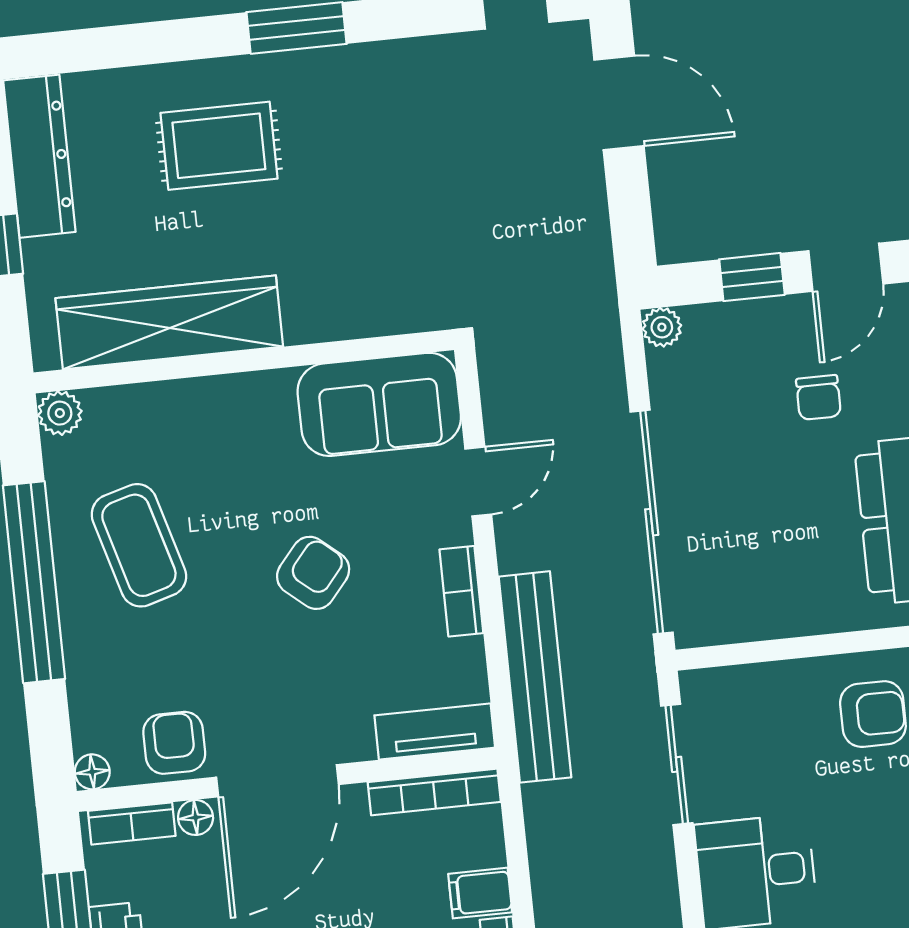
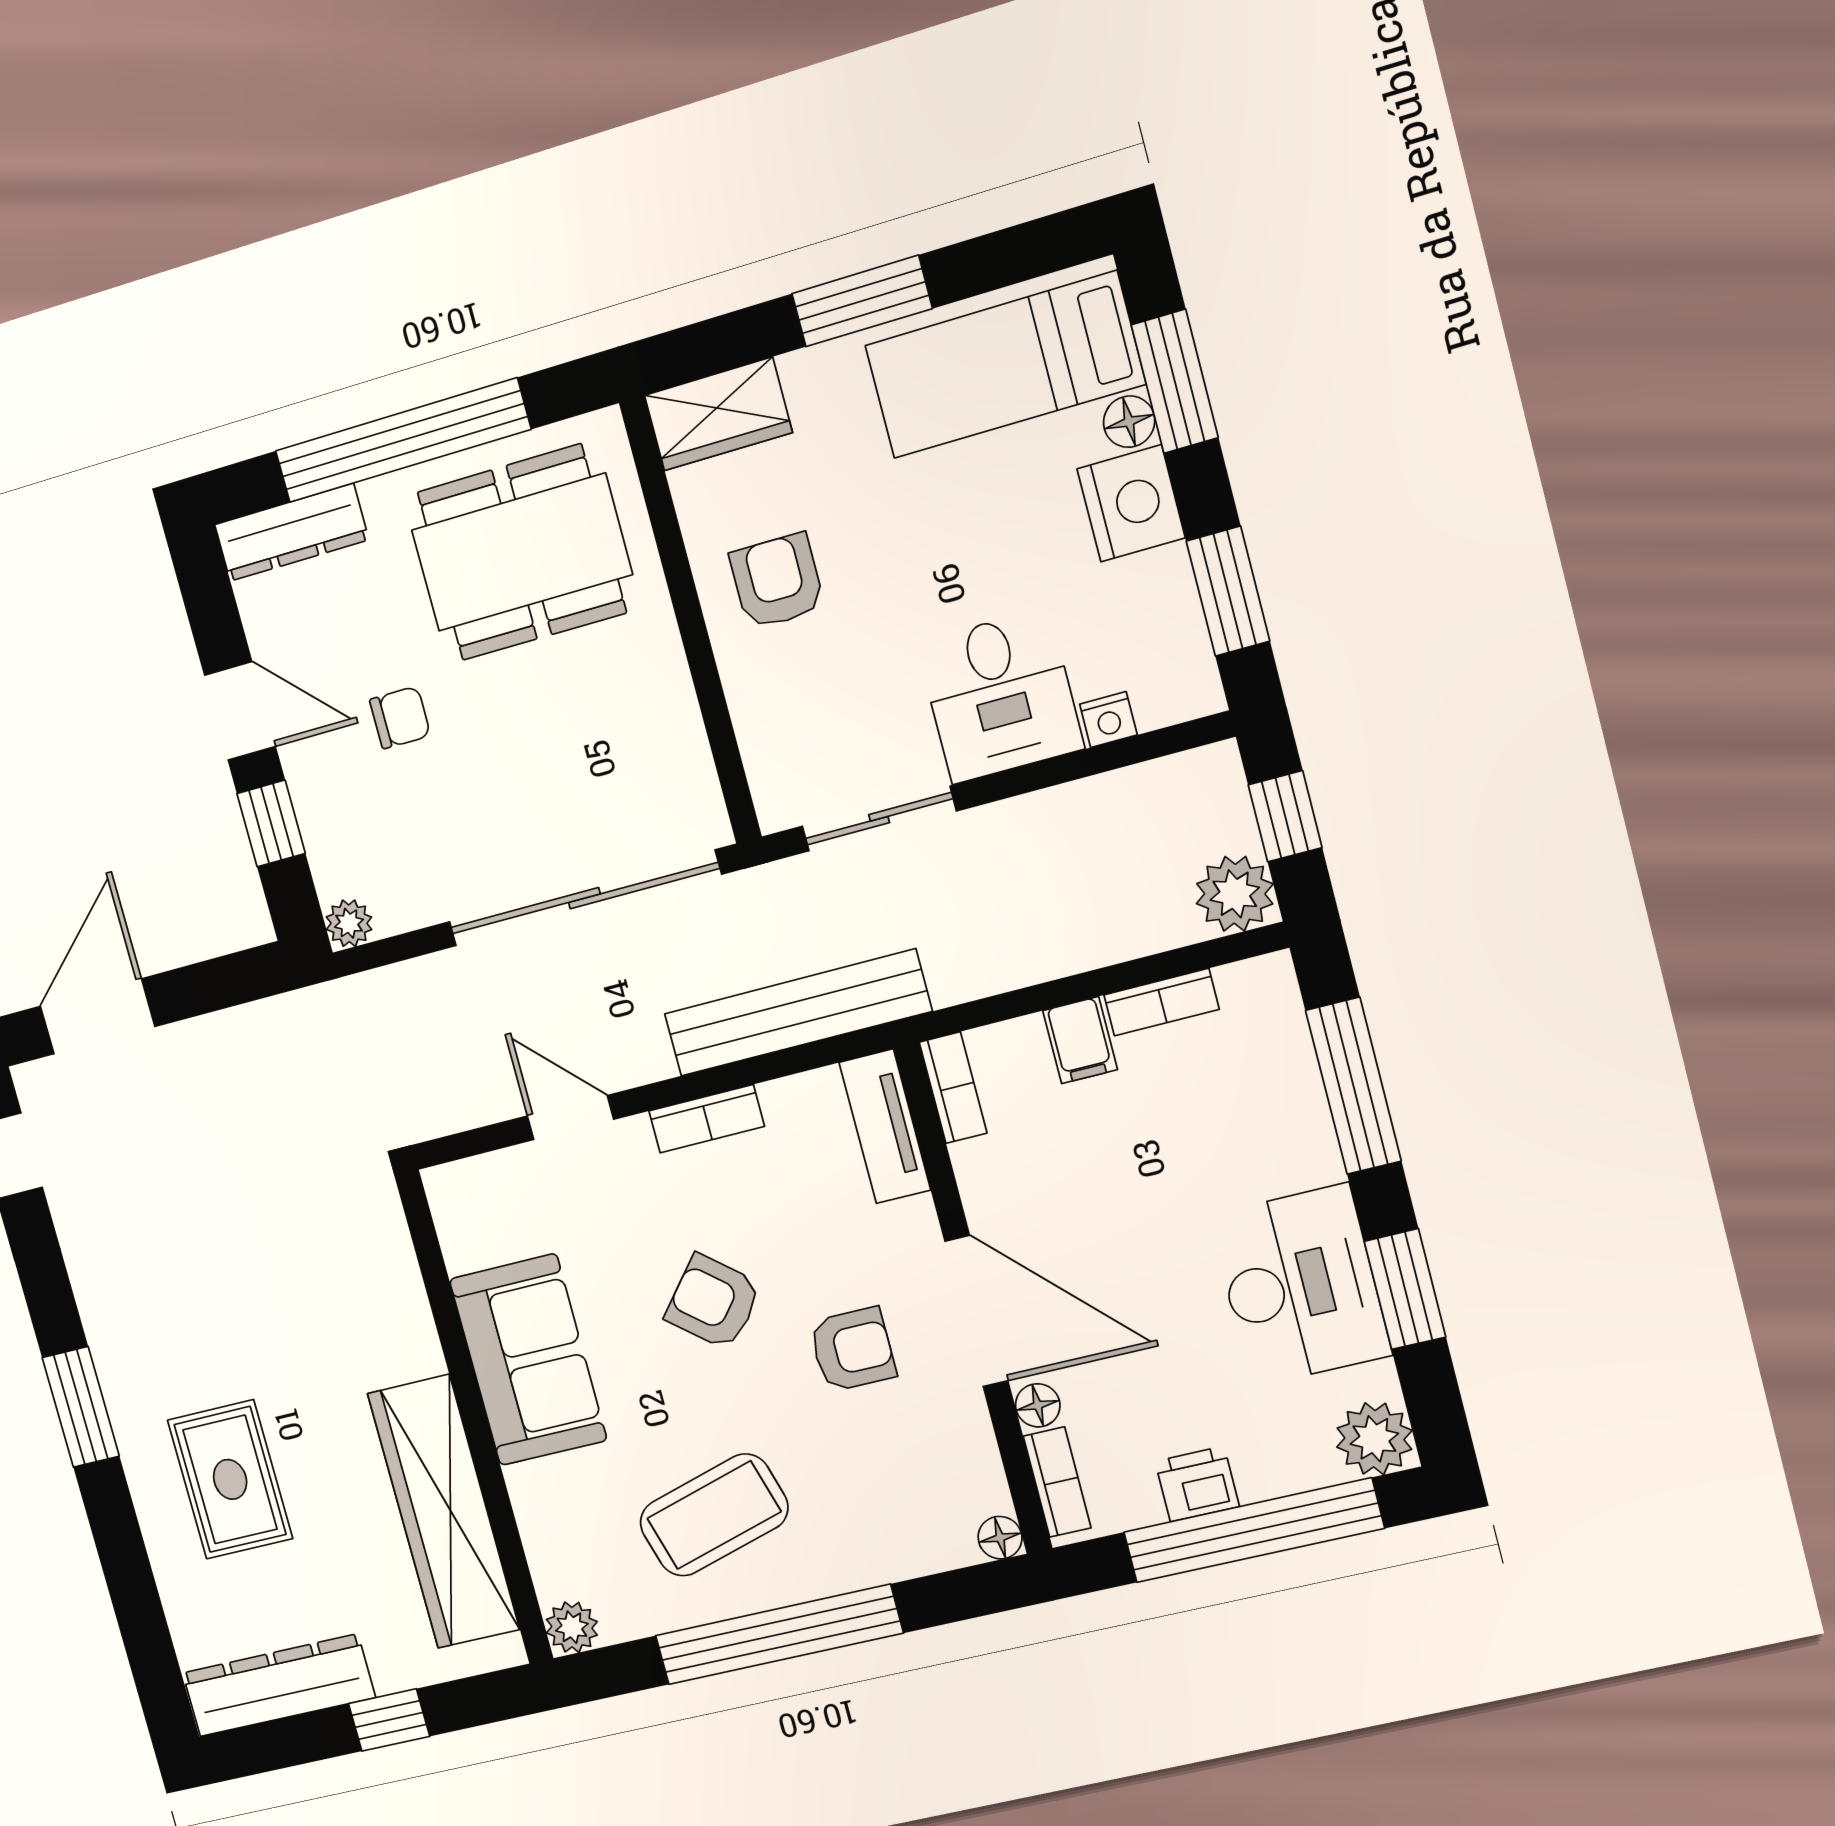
sofa: (379, 404) -> (528, 1360), moved
armchair: (174, 743) -> (852, 1349), moved, turned 180
bookcase: (434, 792) -> (953, 1088), width x0.64

